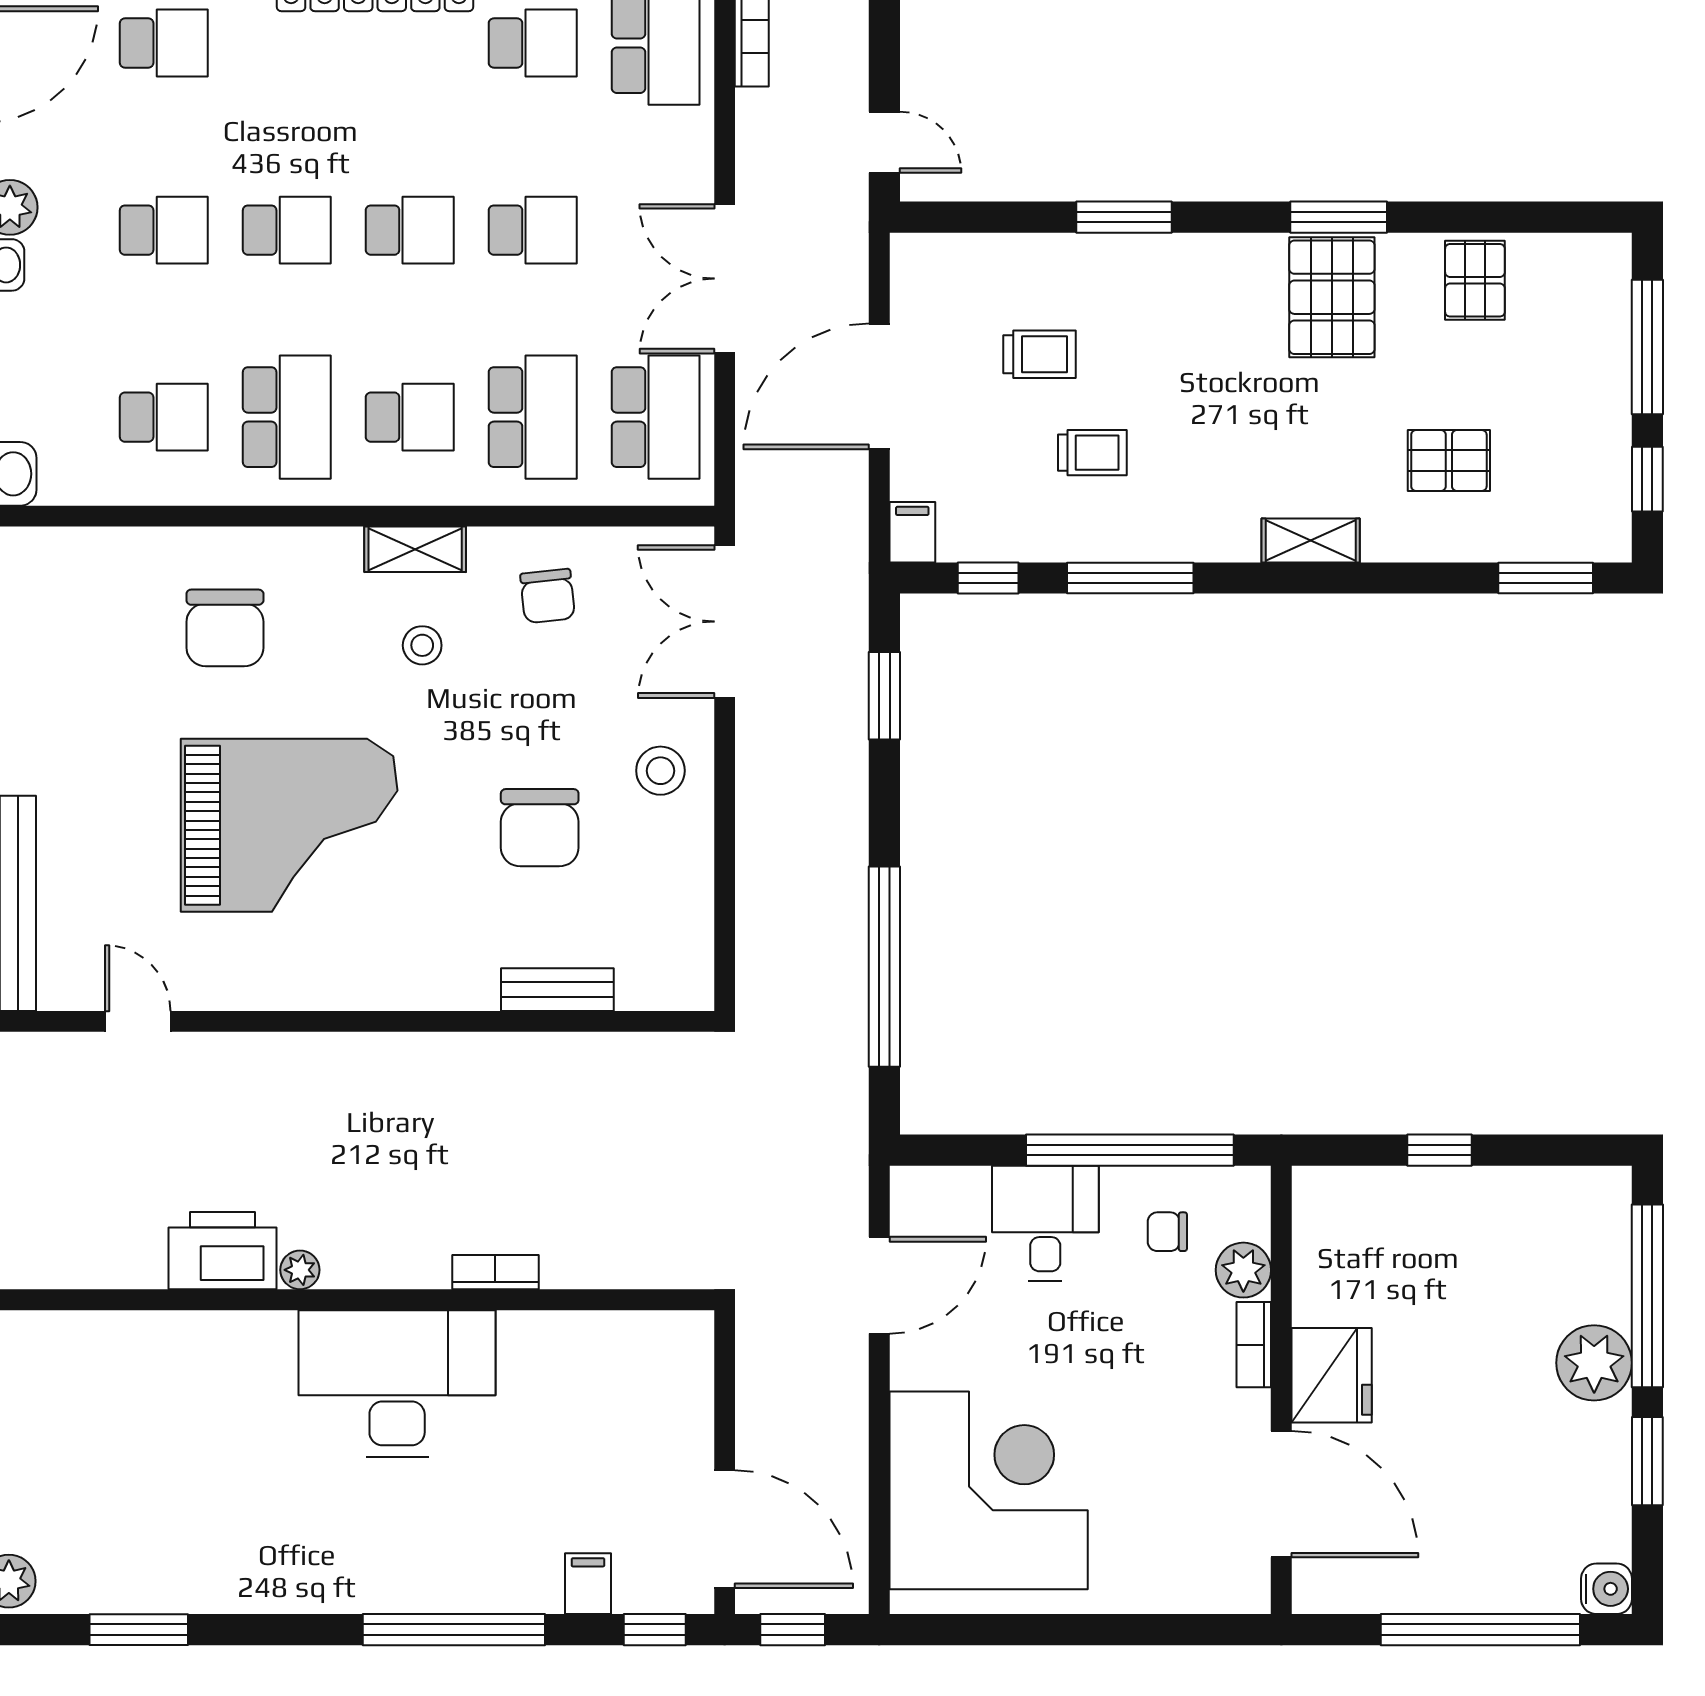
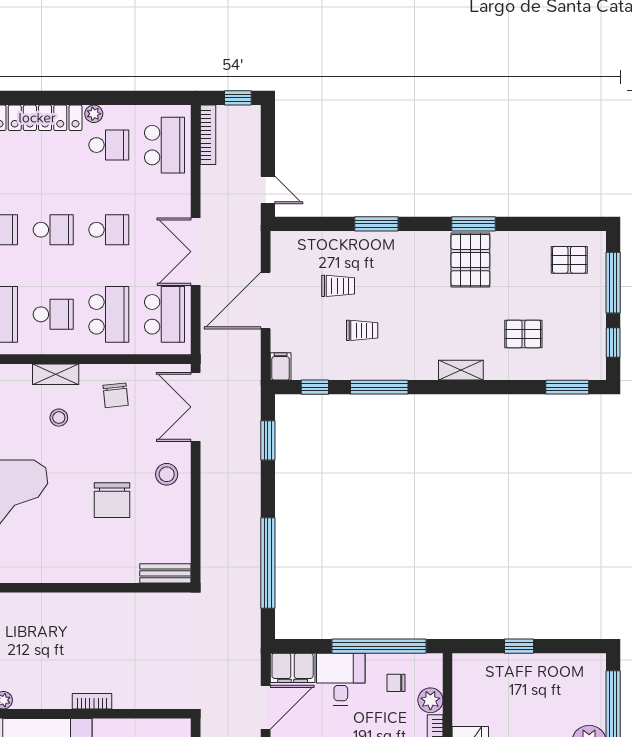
pallet: (1475, 280) -> (569, 260), moved, turned 90
bench: (557, 990) -> (165, 573), moved
filing cabinet: (939, 1198) -> (293, 668), added

